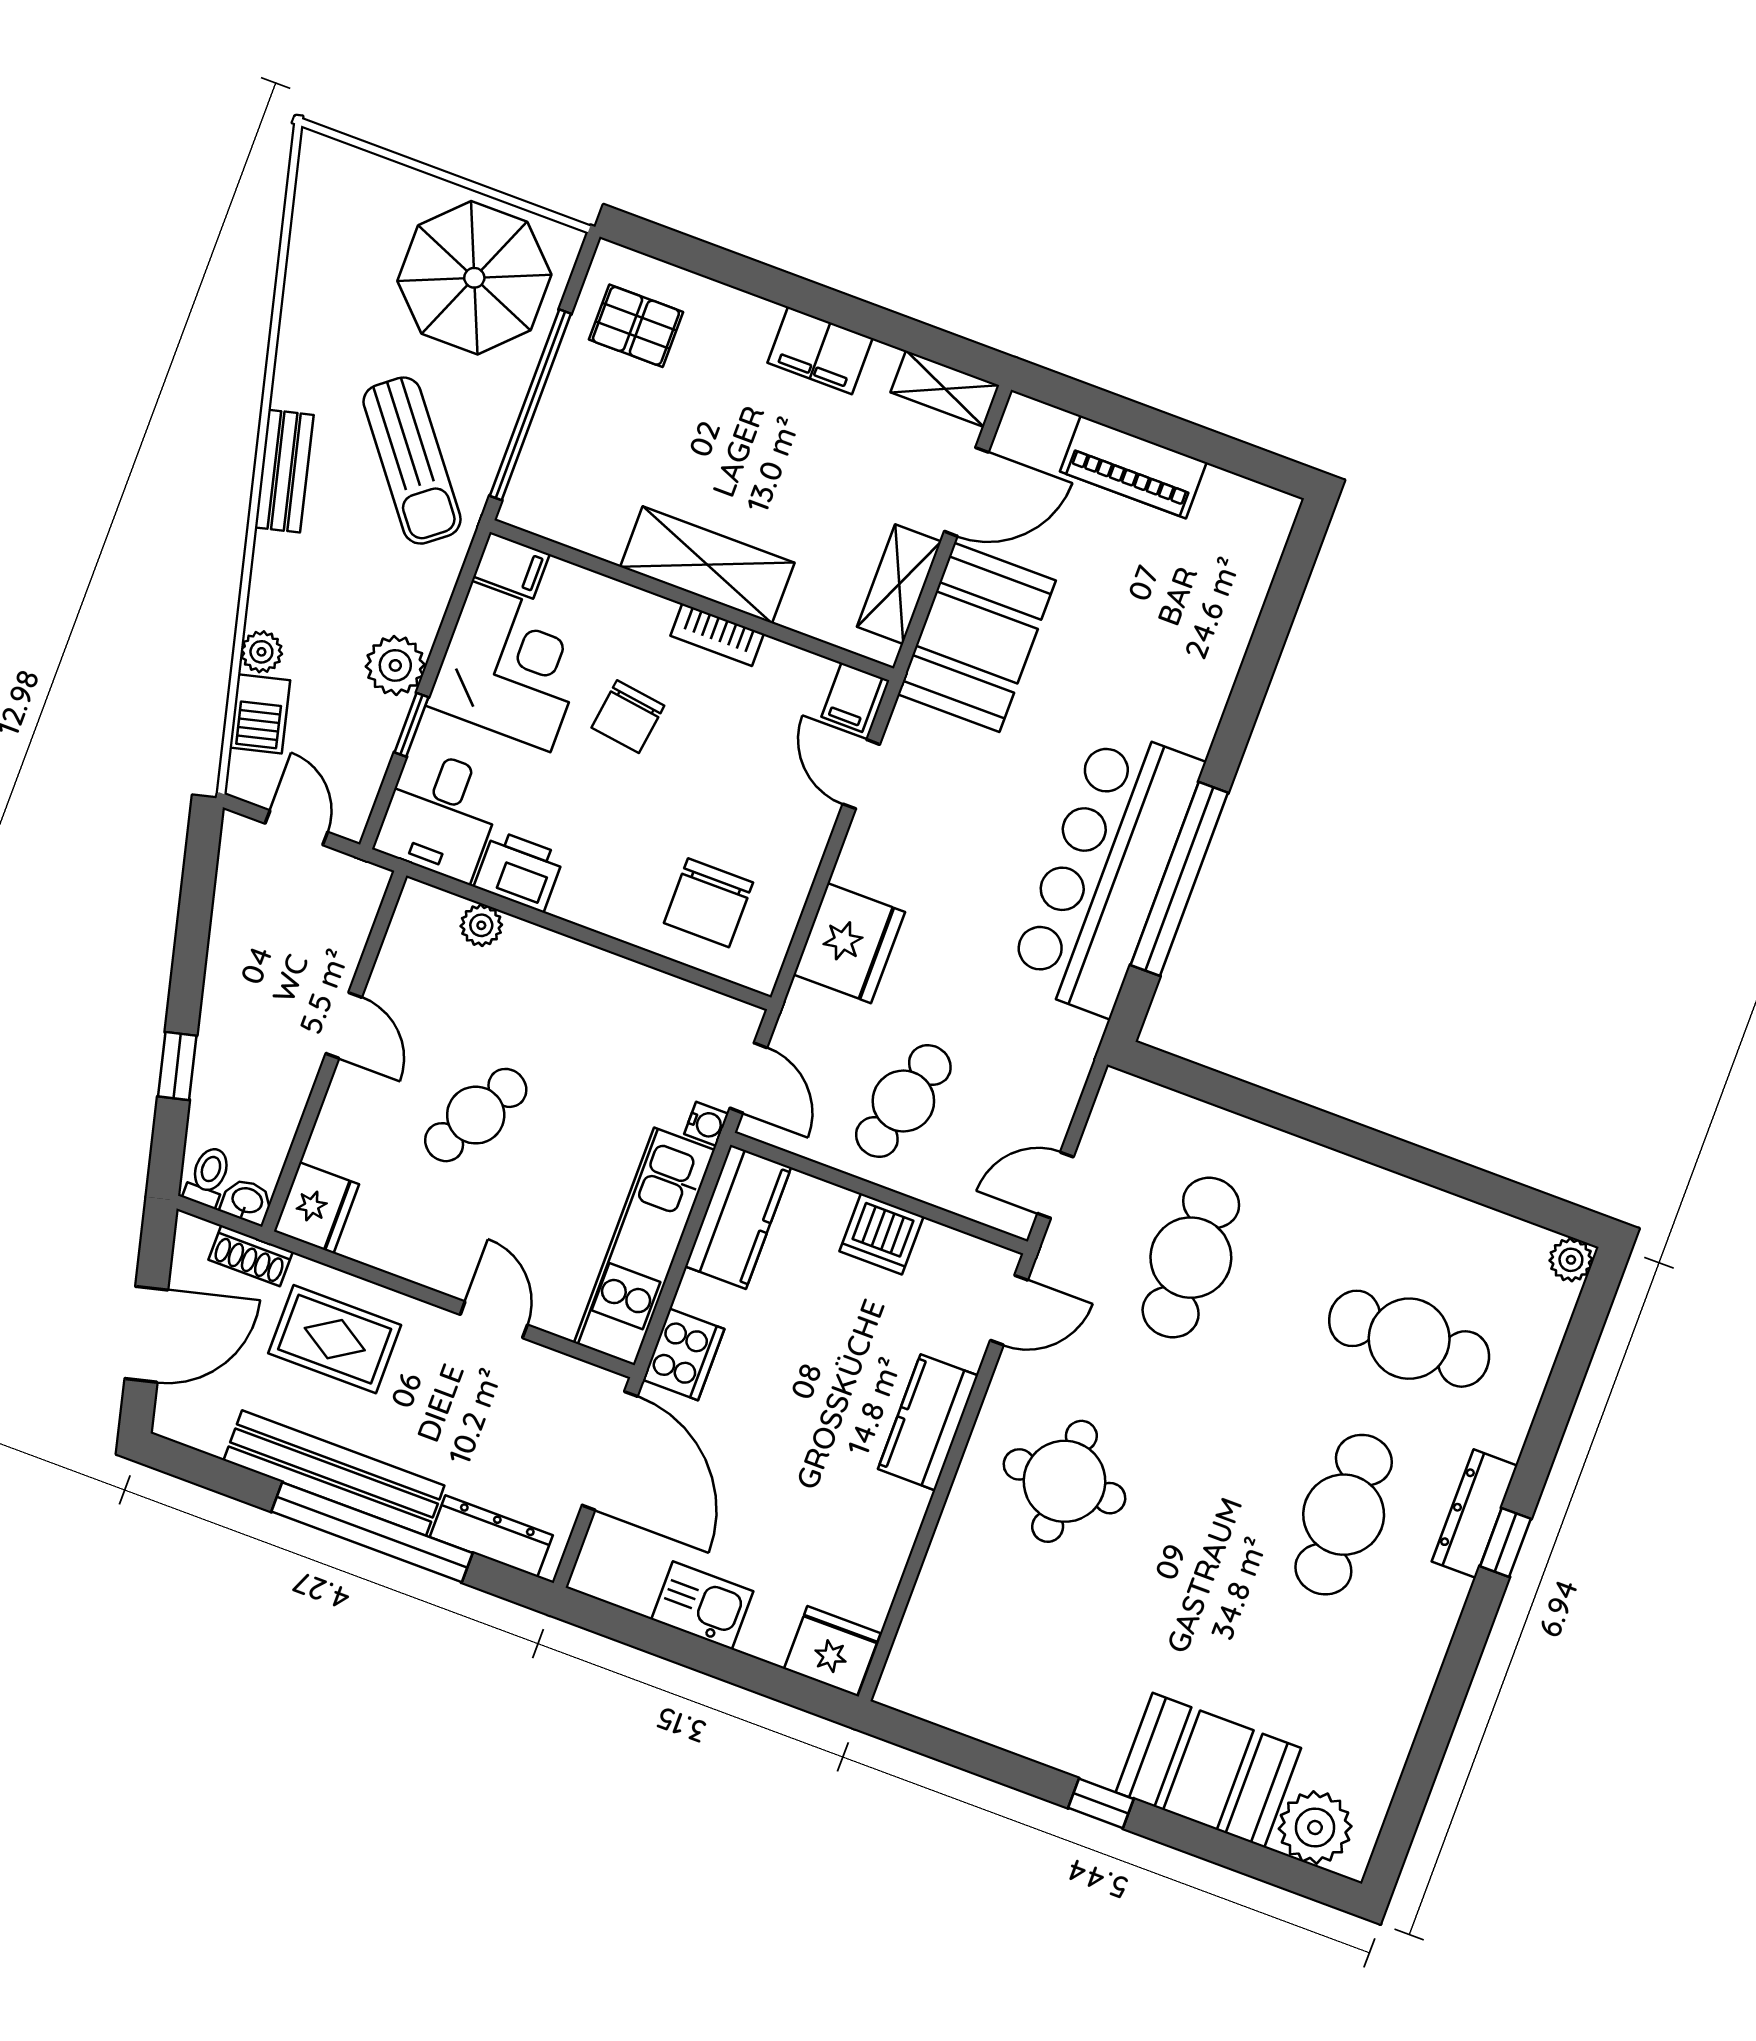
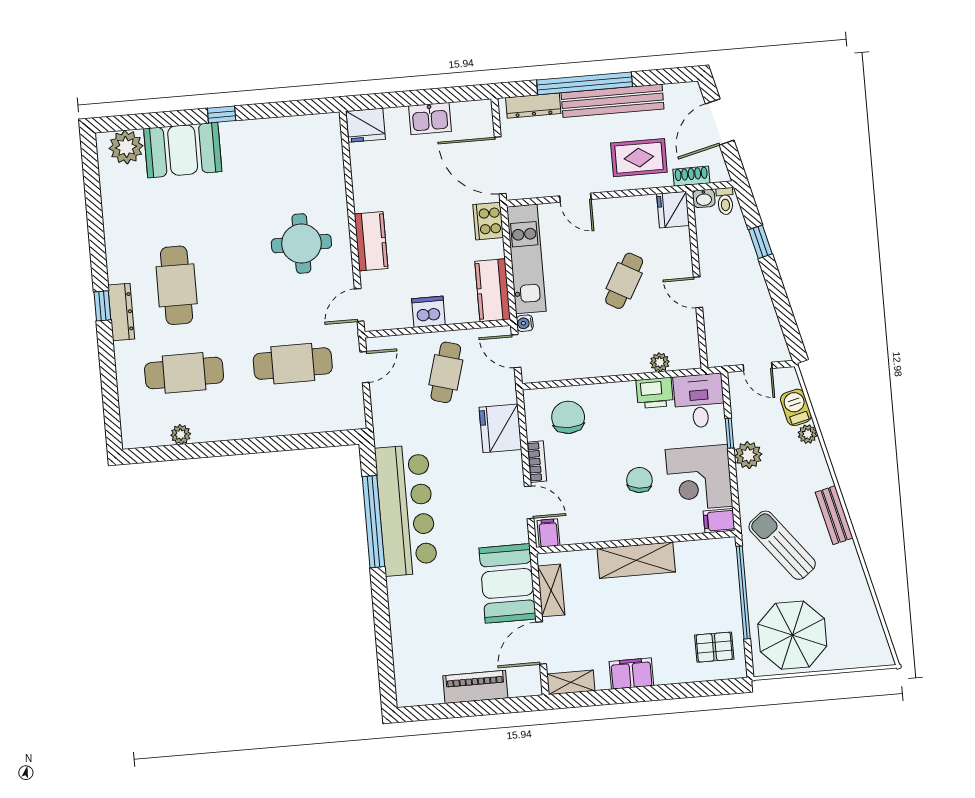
bookcase: (717, 635) -> (537, 462), moved, turned 90
cafe table: (1191, 1258) -> (293, 364), turned 90
plant: (1571, 1260) -> (181, 435), moved

